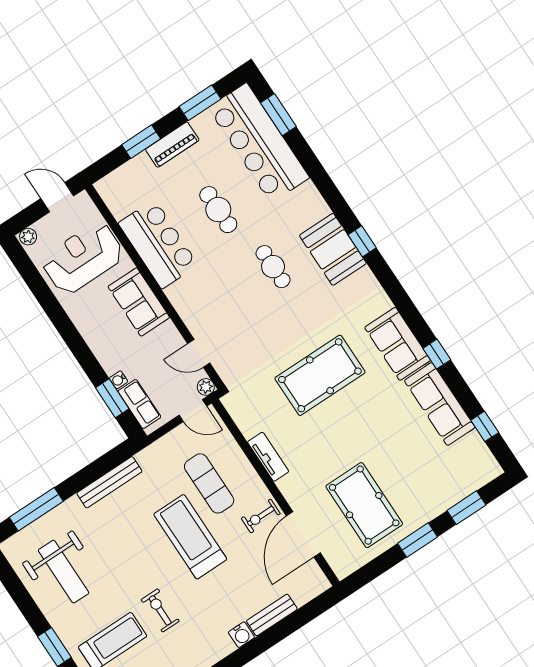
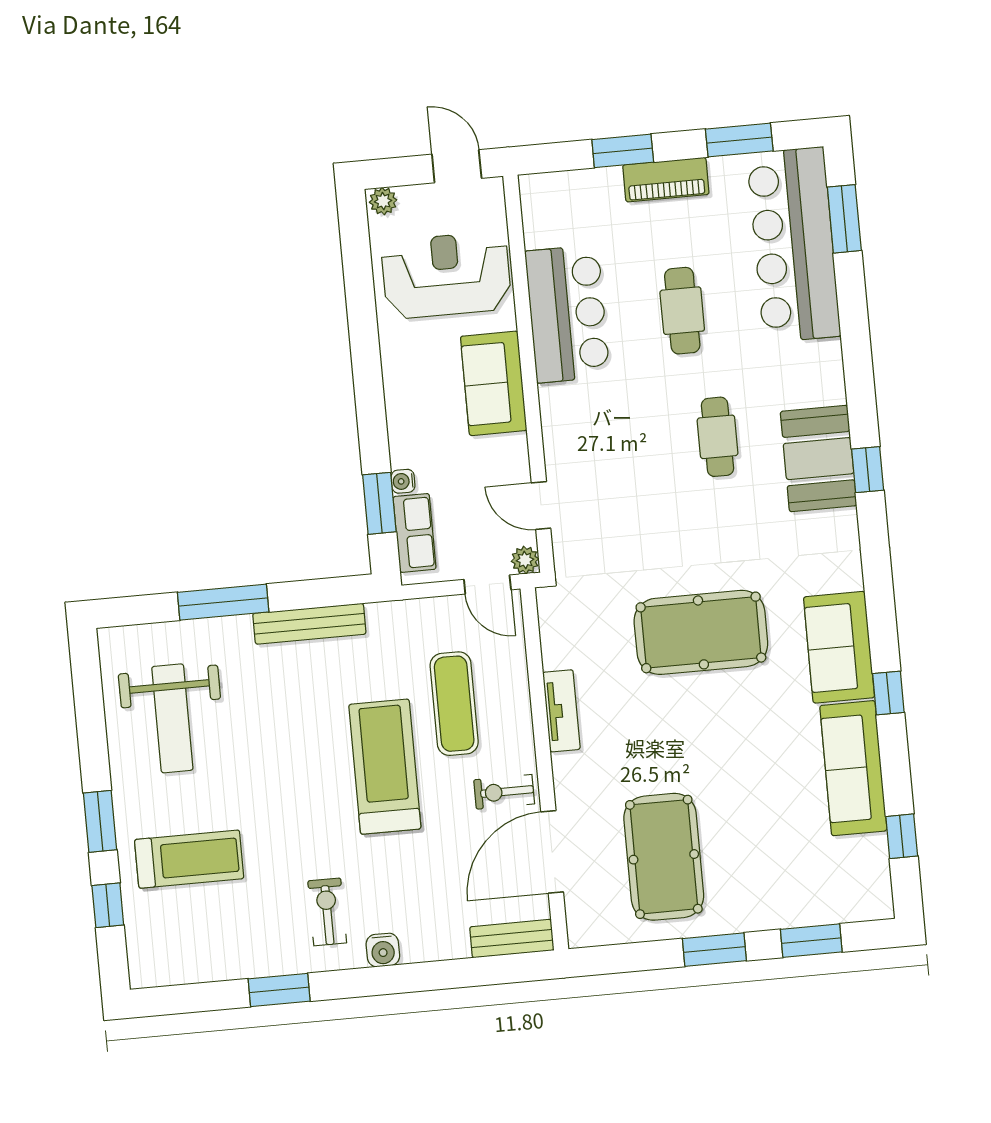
window: (36, 509) -> (223, 602), moved
exercise bike: (160, 610) -> (327, 912), moved
bench: (272, 615) -> (512, 939), moved

